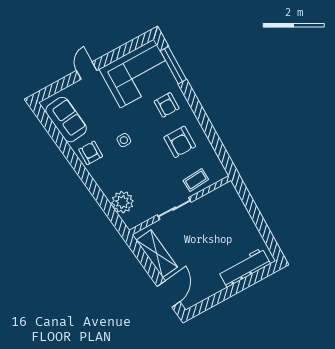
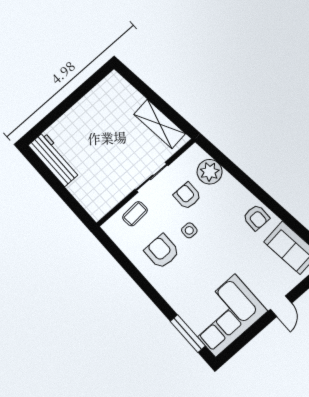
armchair: (167, 105) -> (187, 196), moved
side table: (124, 140) -> (189, 230), moved
workbench: (244, 268) -> (54, 159), moved, turned -90
door: (169, 294) -> (137, 83), removed

